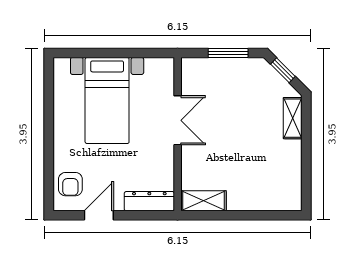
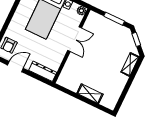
plant: (166, 66) -> (81, 11), added
shelving: (203, 201) -> (90, 94), moved

